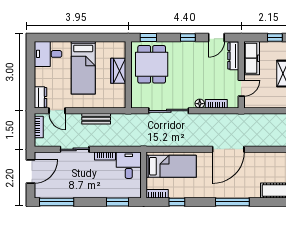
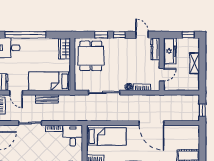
window: (69, 38) -> (26, 35), added
window: (148, 38) -> (101, 35), moved
door: (216, 38) -> (142, 35), swing flipped
bed: (83, 68) -> (49, 81), moved, turned 90
wardrobe: (118, 71) -> (65, 49), moved
door: (228, 149) -> (151, 123), hinge flipped

